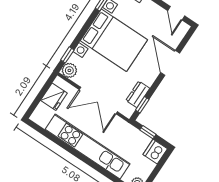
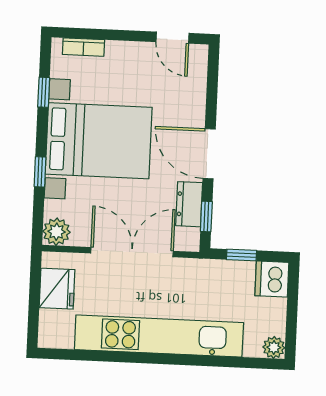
window: (67, 55) -> (40, 172), moved
door: (170, 63) -> (209, 154), moved
double door: (98, 101) -> (132, 252), swing flipped

